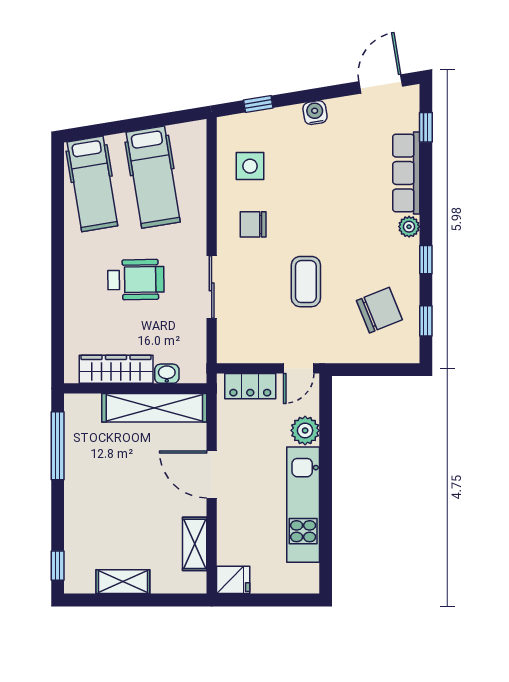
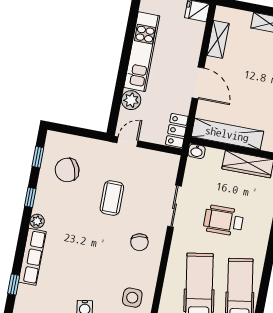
side table: (250, 166) -> (132, 298), moved
chair: (253, 224) -> (139, 242), turned 77
washbasin: (167, 374) -> (197, 151), moved
locker: (250, 386) -> (177, 130), moved, turned -90

